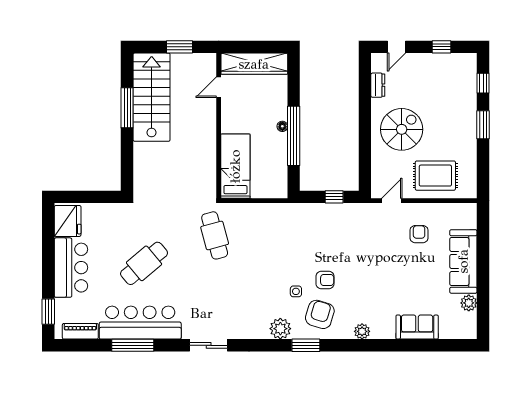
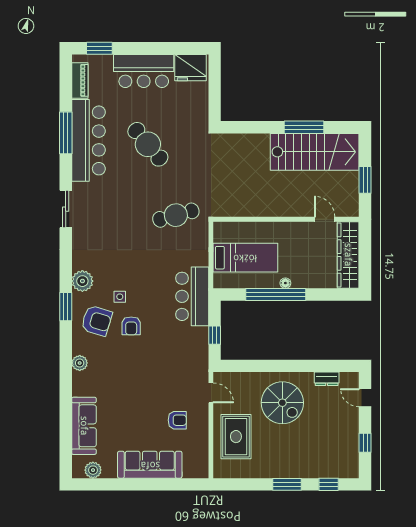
bed: (235, 166) -> (245, 258), moved
bar counter: (296, 219) -> (192, 296), added
plant: (469, 303) -> (93, 470), moved
sofa: (417, 327) -> (84, 426), width x1.36

